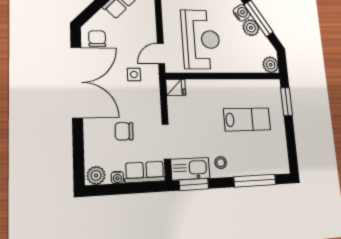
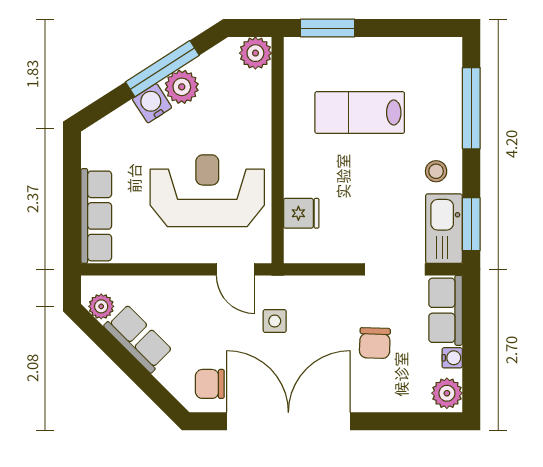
fridge: (176, 87) -> (301, 213), moved, turned 90
lab bench: (247, 119) -> (360, 113), turned -90

